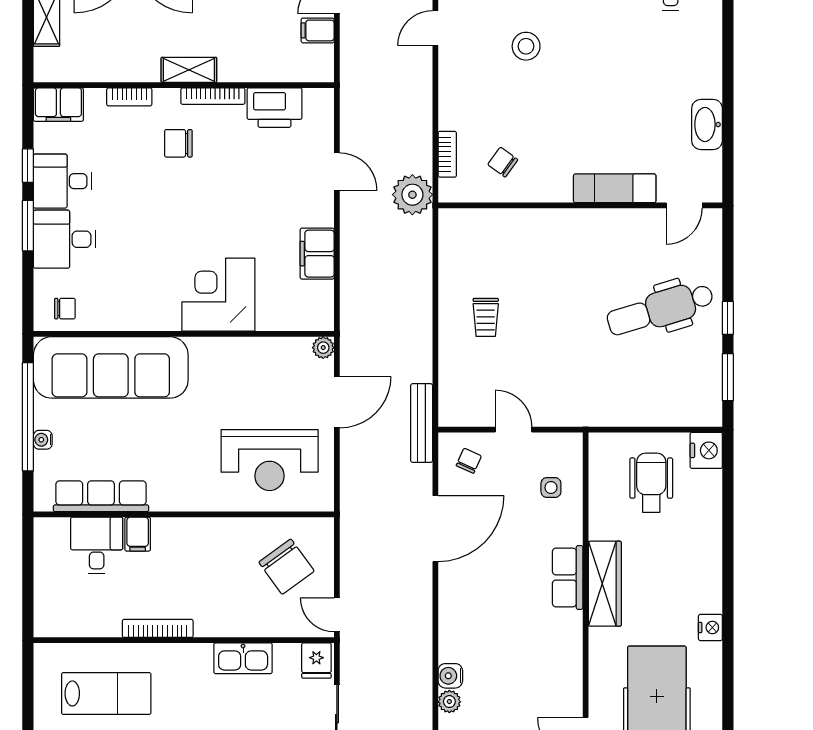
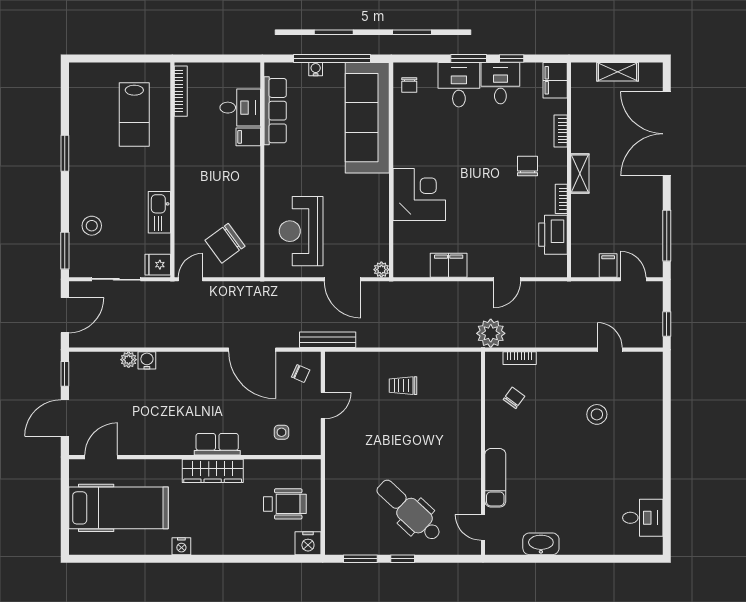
bookcase: (213, 96) -> (561, 199), width x0.64
dental chair: (660, 309) -> (409, 510), turned -30
bookcase: (158, 628) -> (181, 91), moved

